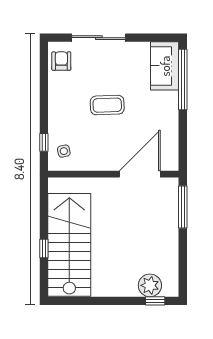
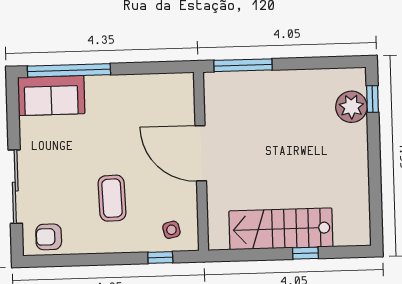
coffee table: (107, 105) -> (112, 198), moved
door: (140, 174) -> (201, 153), moved
stairs: (69, 245) -> (281, 229), width x0.73, depth x0.66

